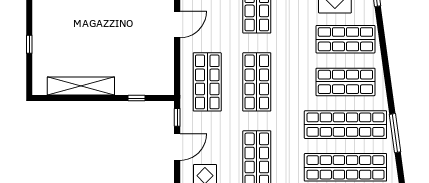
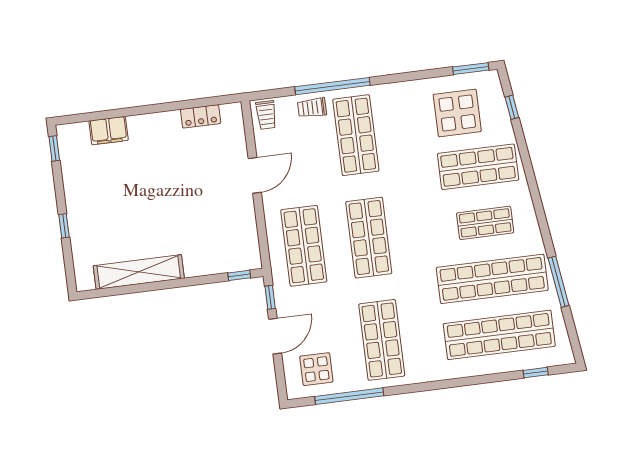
shop shelf: (345, 82) -> (485, 223), width x0.70, depth x0.74
window: (137, 98) -> (239, 275), moved

